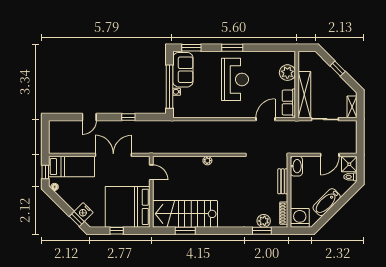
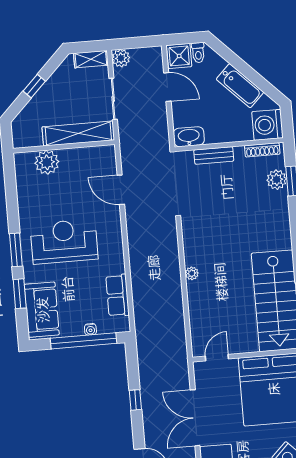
window: (191, 48) -> (20, 294), moved
sofa: (183, 70) -> (42, 310), moved, turned 90
row of seats: (289, 103) -> (118, 295), moved, turned 90
plant: (351, 126) -> (121, 58), added

